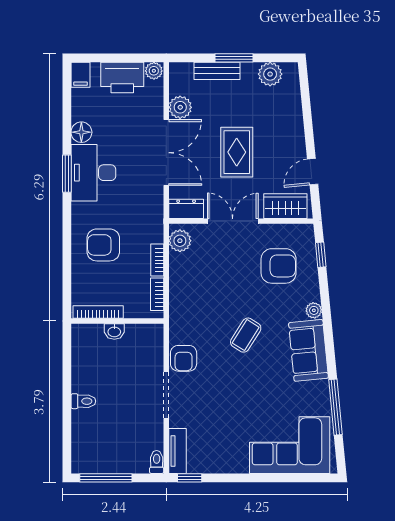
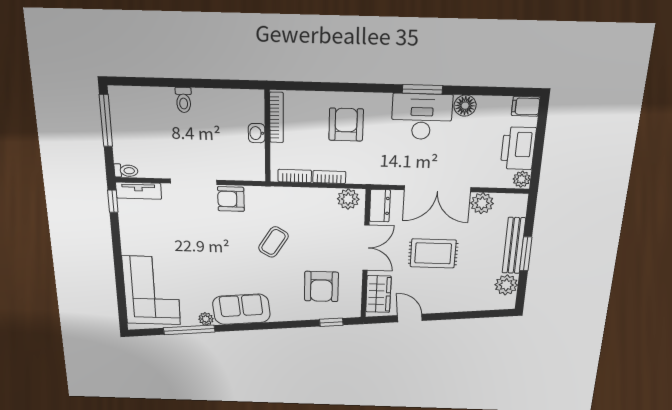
bench: (217, 71) -> (514, 246), width x1.36
plant: (314, 310) -> (206, 319), moved
coffee table: (246, 335) -> (273, 242), moved, turned 90

